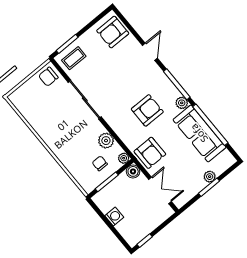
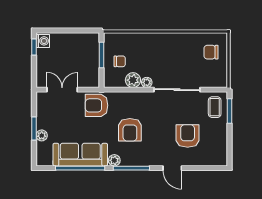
armchair: (113, 32) -> (188, 136), moved
chair: (48, 77) -> (211, 52), moved, turned -90
plant: (124, 158) -> (147, 82), moved
boiler: (133, 171) -> (93, 81), removed
double door: (160, 190) -> (62, 90), swing flipped
washing machine: (114, 217) -> (43, 41), moved, turned -90

